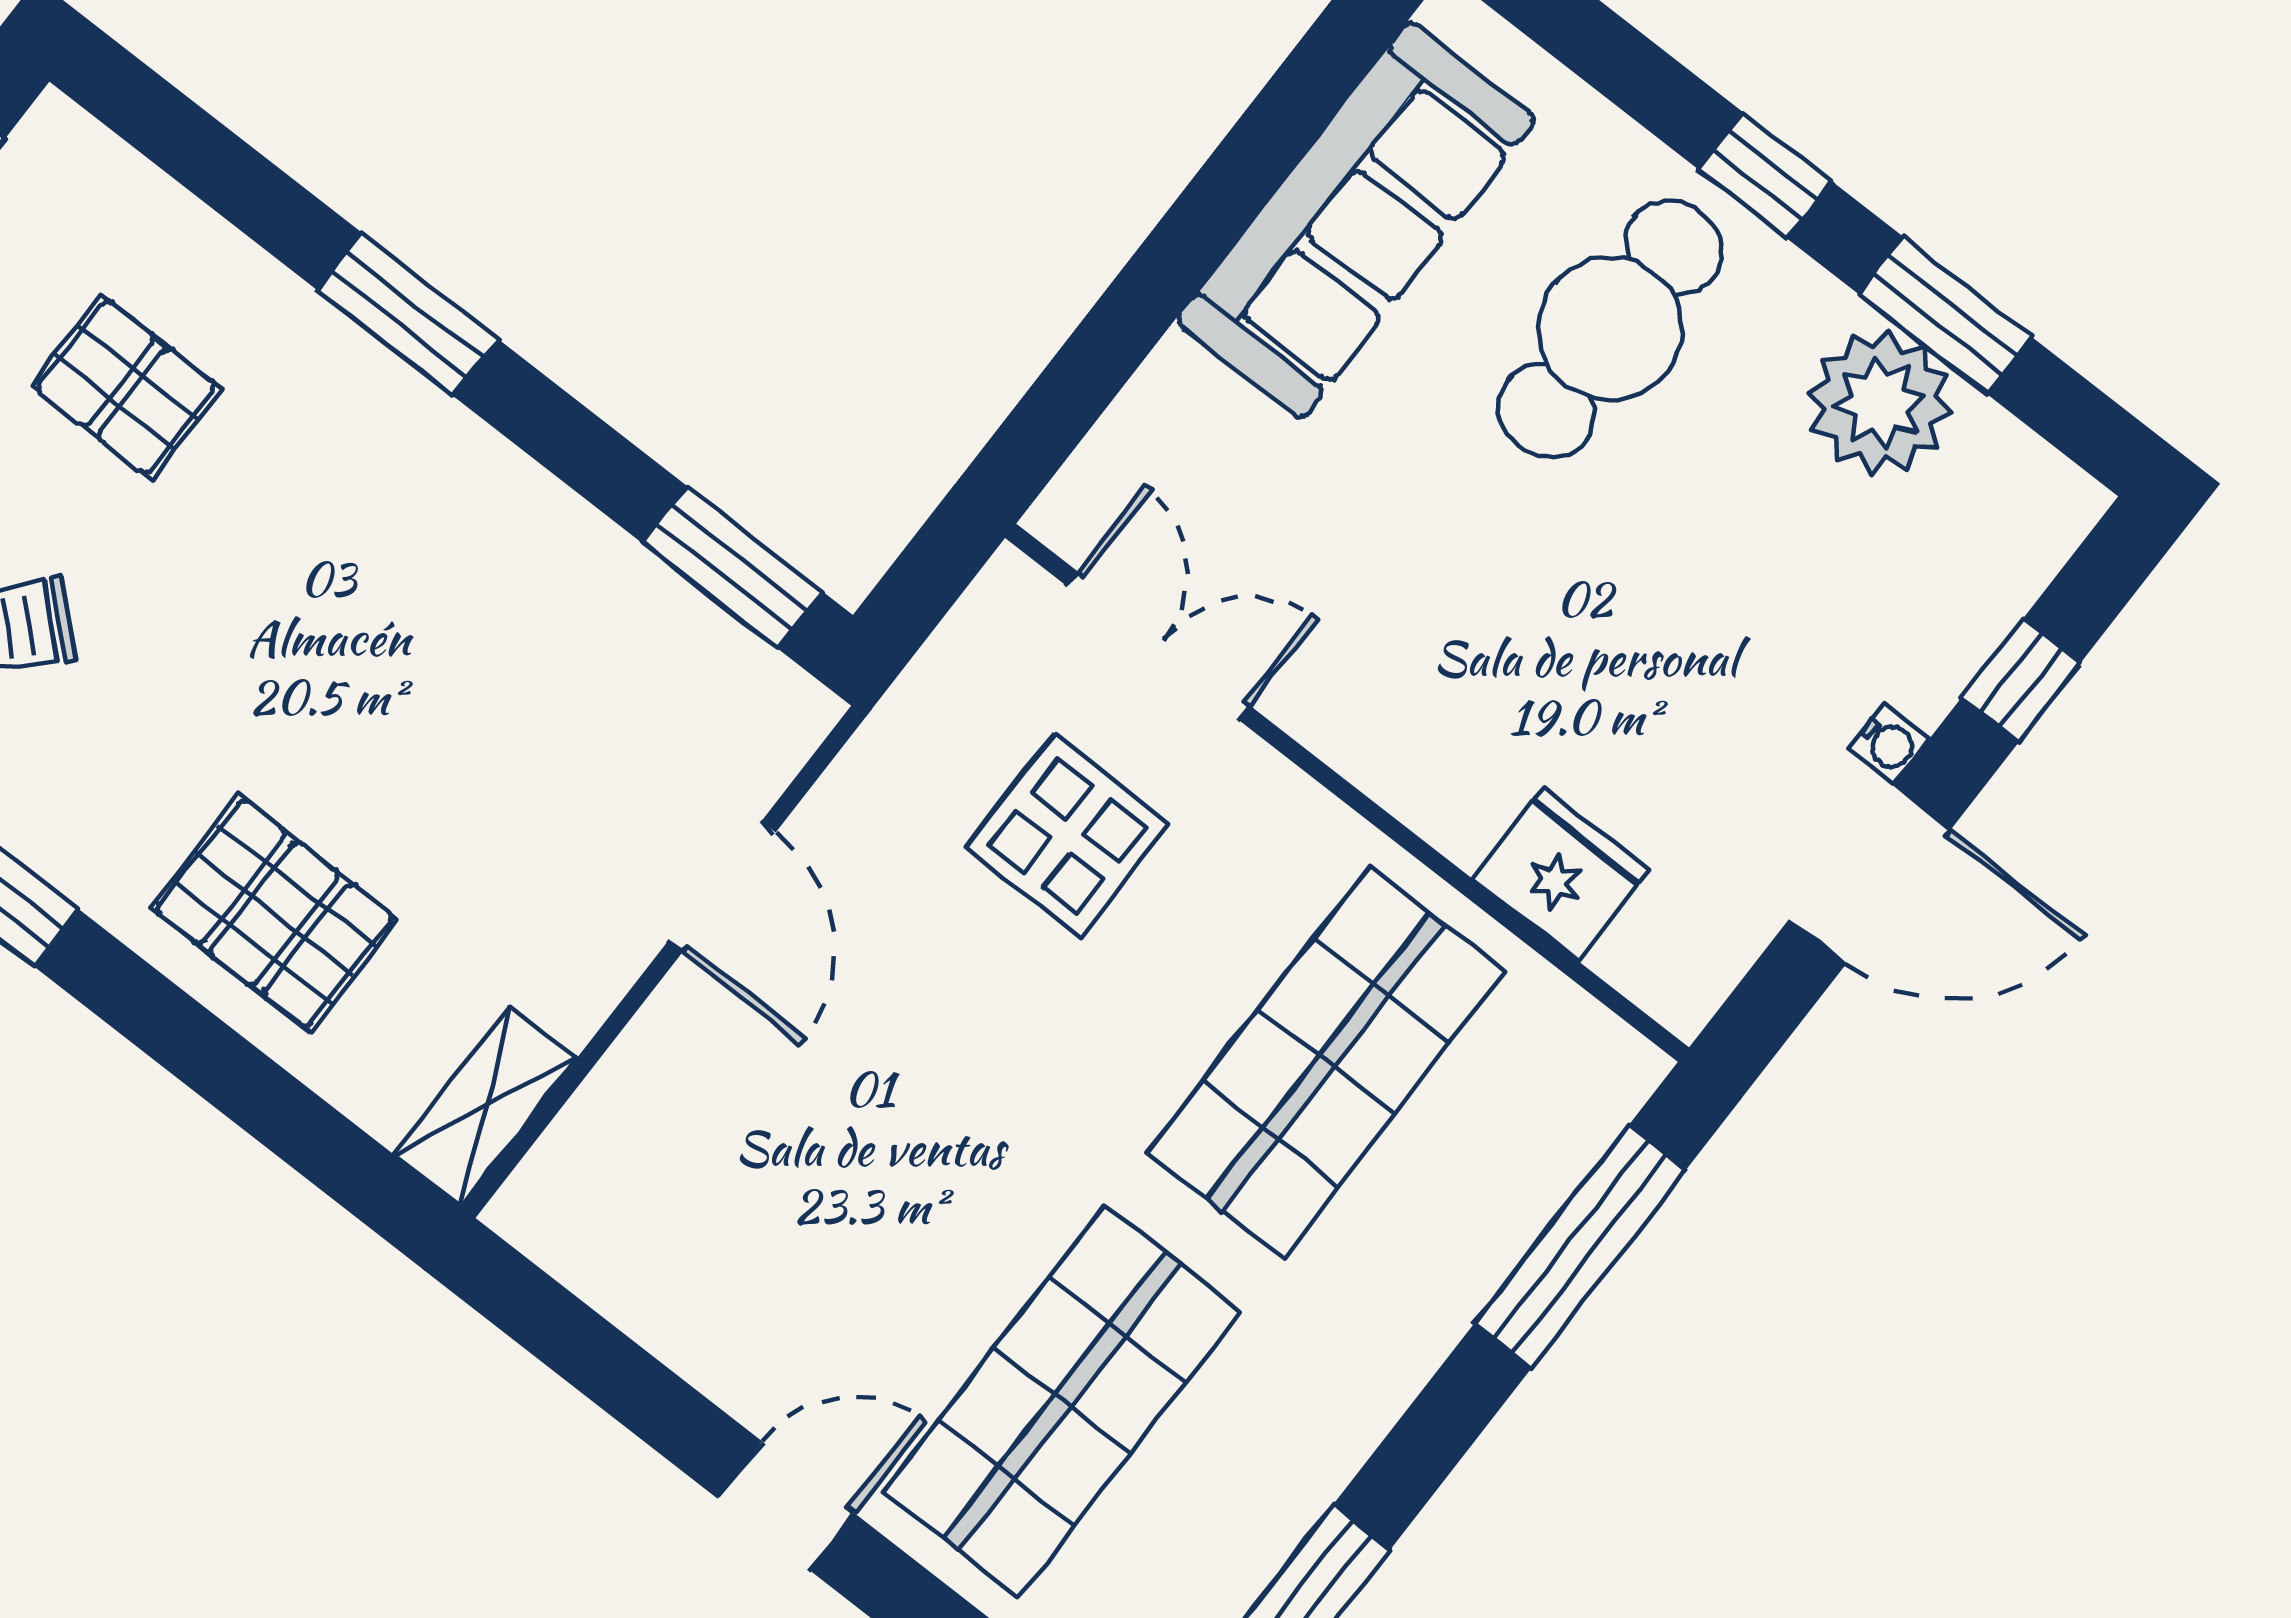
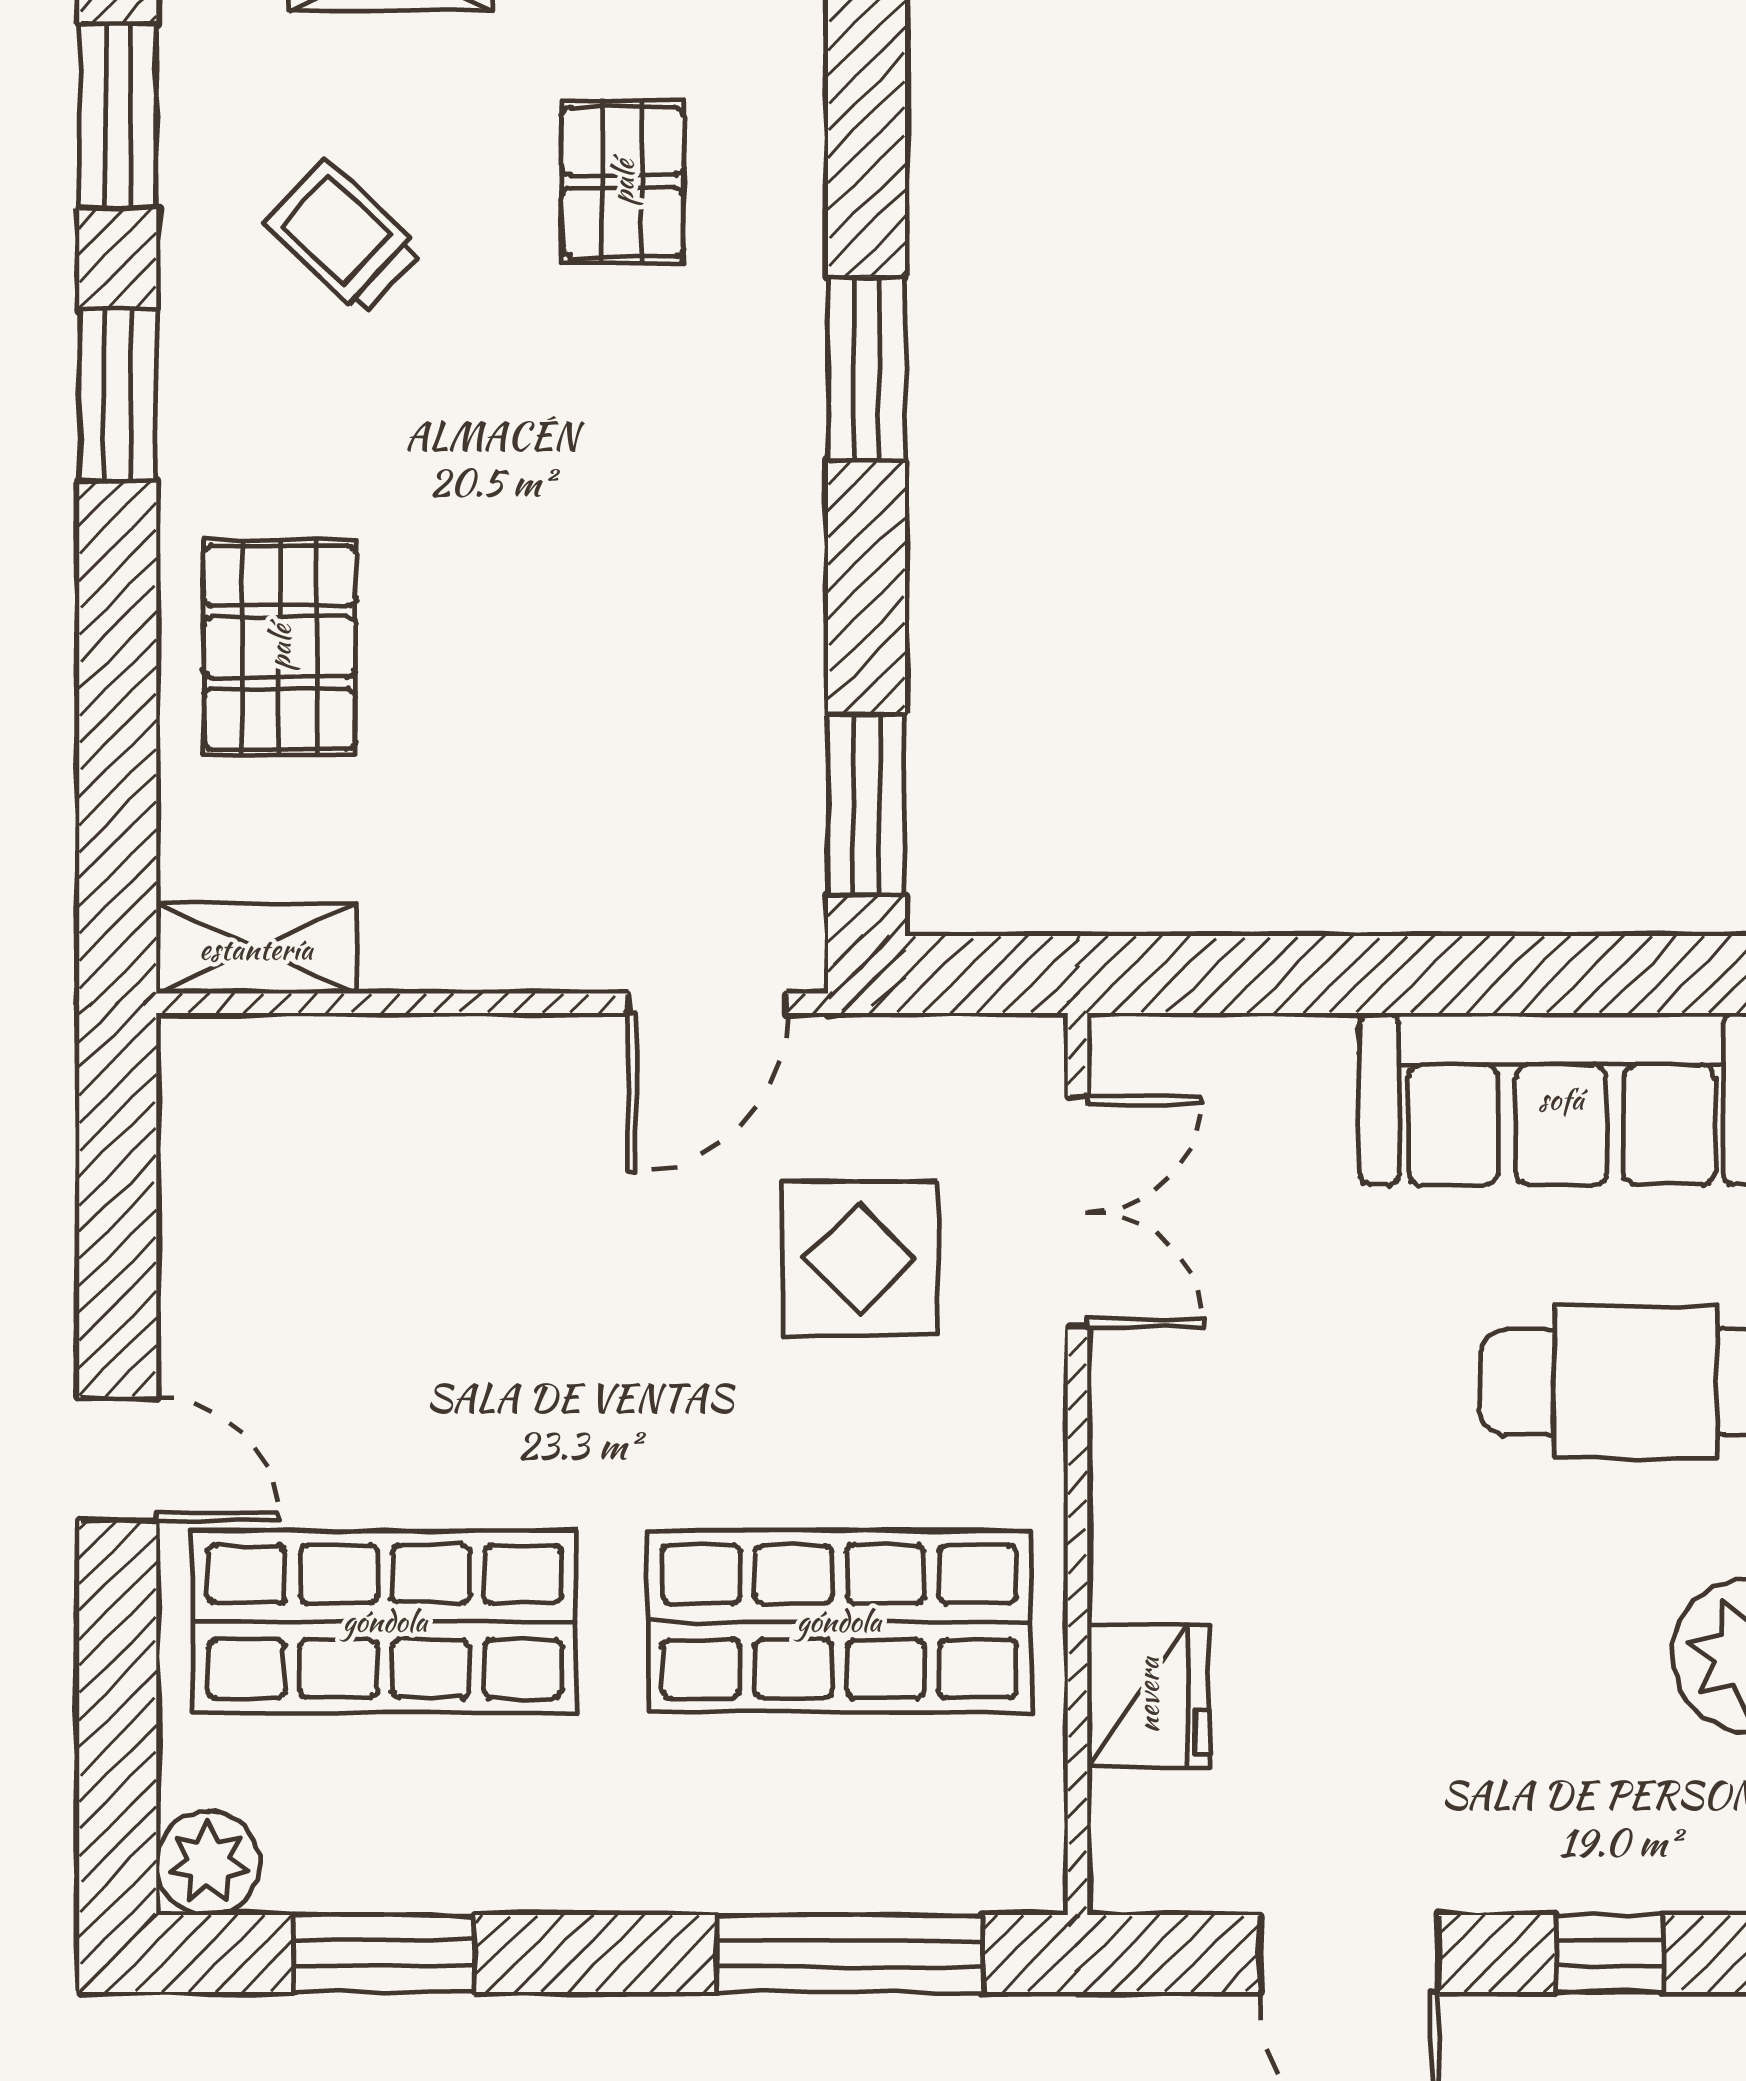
water cooler: (1889, 744) -> (1470, 1884), removed
door: (722, 886) -> (707, 1003), moved

